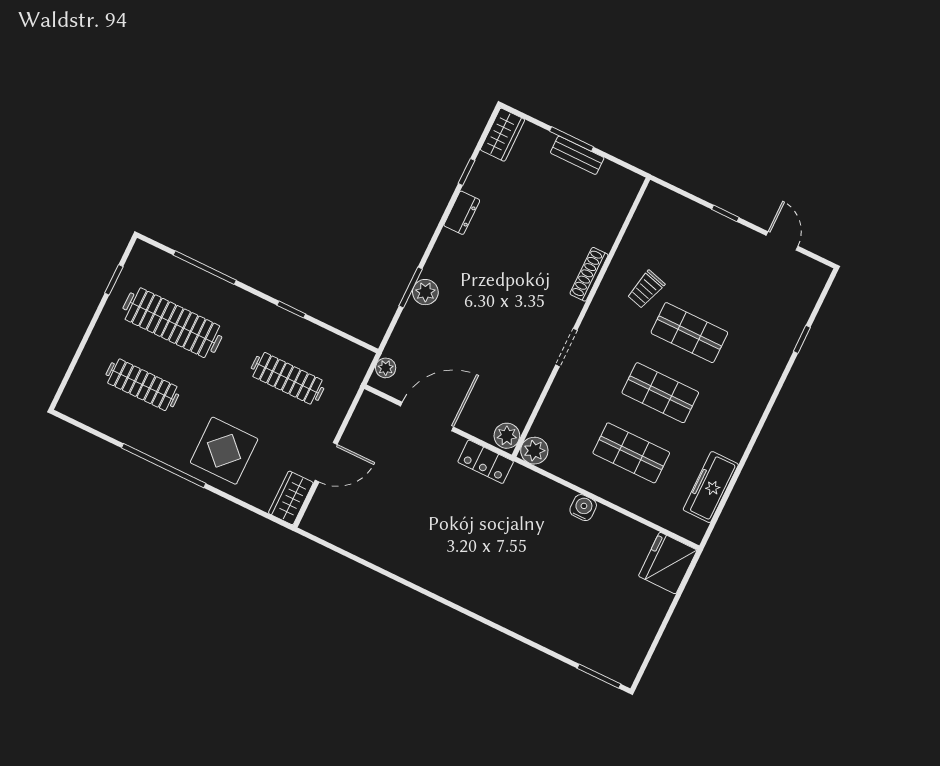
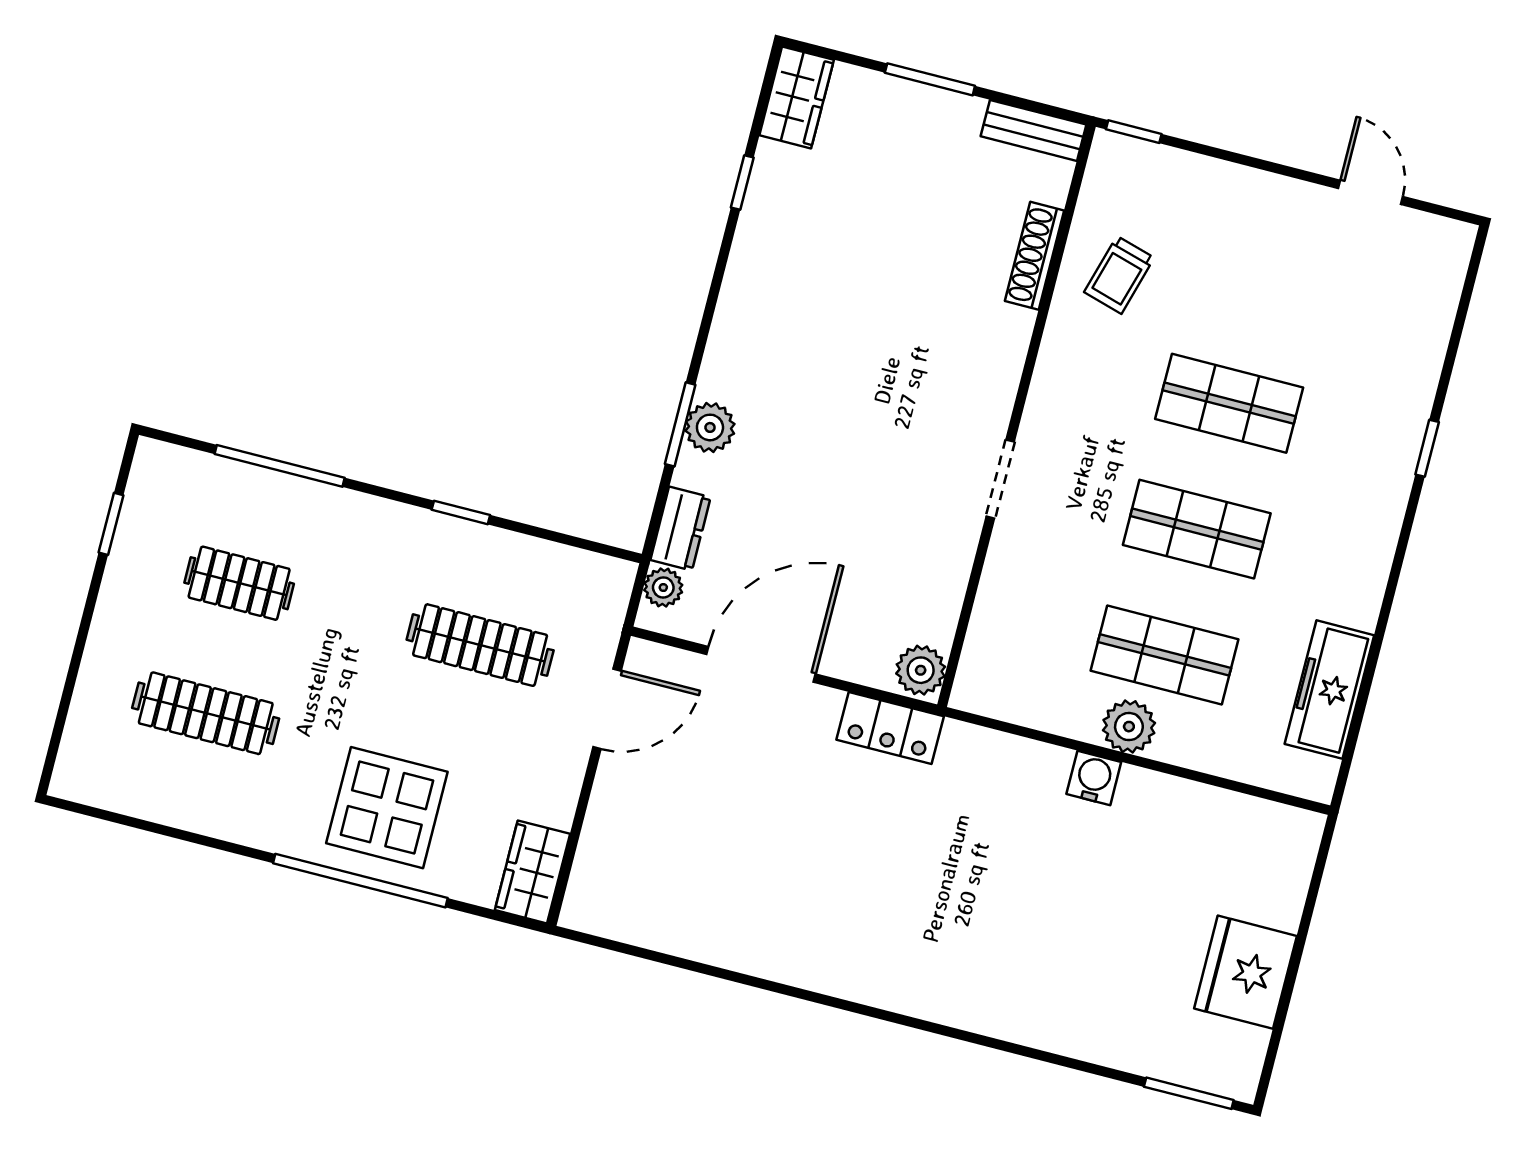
bench: (577, 155) -> (1033, 130), moved
dresser: (462, 213) -> (681, 529), moved
window: (725, 213) -> (1134, 132), moved
shoe rack: (589, 274) -> (1035, 256), moved
trolley: (646, 289) -> (1119, 275), moved
clothes rail: (172, 323) -> (239, 583), width x0.54, depth x0.76
window: (802, 339) -> (1427, 448), moved
plant: (534, 451) -> (1129, 727), moved
door: (326, 462) -> (607, 709), moved
window: (164, 466) -> (360, 881), moved
fridge: (668, 563) -> (1245, 972), moved

